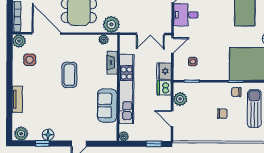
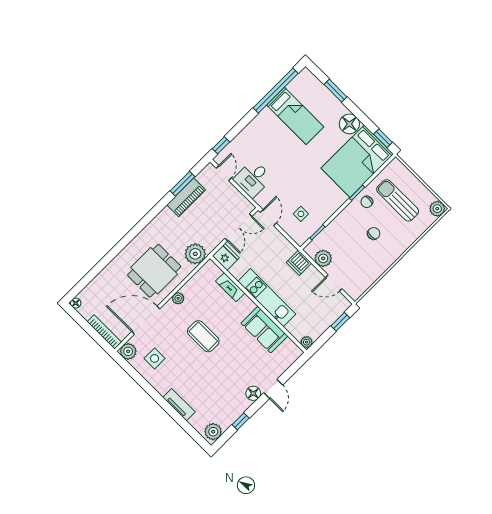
plant: (104, 40) -> (178, 298), moved
fridge: (164, 71) -> (226, 257), moved, turned 180
kitchen unit: (127, 89) -> (267, 298), width x0.73
floor lamp: (48, 135) -> (253, 393), moved

